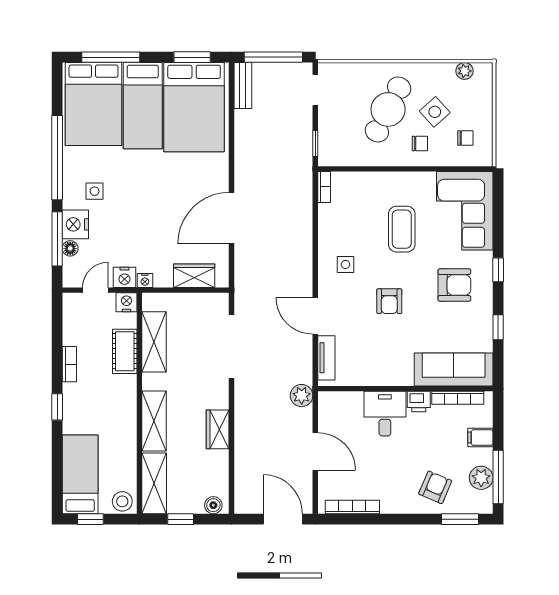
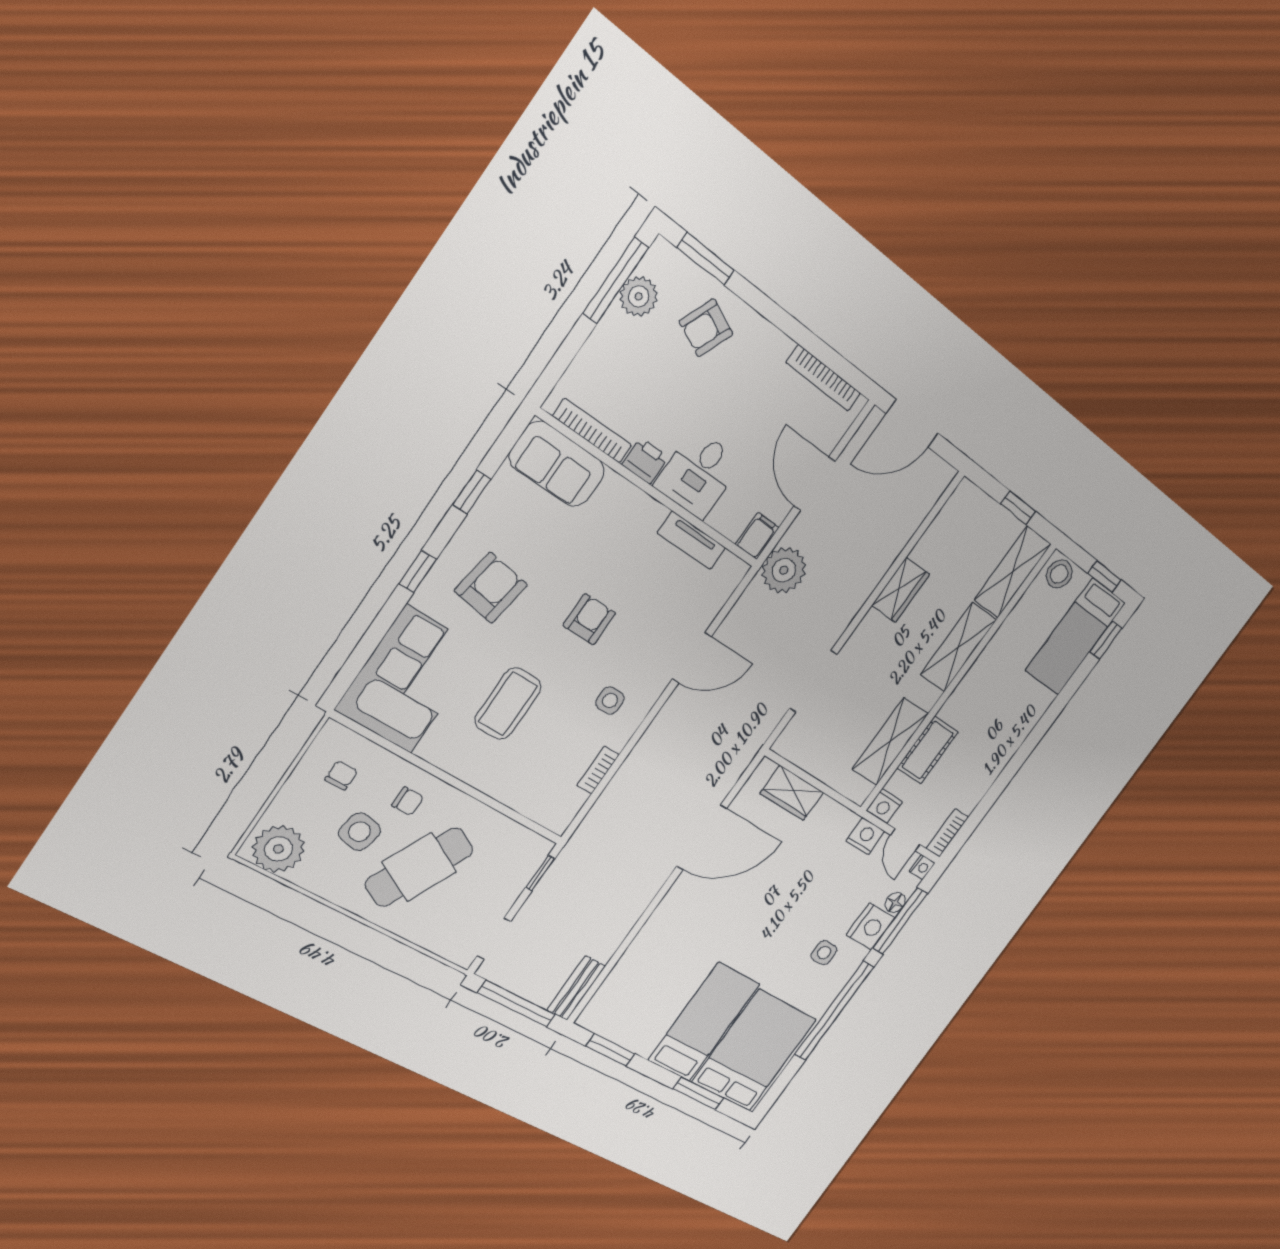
window: (111, 57) -> (698, 1093), width x0.69
plant: (465, 71) -> (278, 849), width x1.88, depth x1.88
bed: (194, 107) -> (650, 991), removed
side table: (435, 112) -> (359, 832), turned -36
chair: (465, 138) -> (341, 775), turned 90
chair: (420, 143) -> (408, 801), turned 180
bookcase: (324, 187) -> (598, 770), moved
nightstand: (145, 281) -> (922, 867), moved, turned 90
armchair: (454, 285) -> (491, 588), turned 99
door: (95, 290) -> (905, 840), hinge flipped
door: (315, 316) -> (692, 658), hinge flipped
doorway: (231, 347) -> (813, 681), width x0.73
tv unit: (326, 358) -> (691, 540), moved, turned -90
bookcase: (69, 364) -> (947, 833), moved
sofa: (454, 369) -> (557, 464), width x0.73
plant: (302, 396) -> (784, 570), width x1.36, depth x1.36
window: (57, 407) -> (1106, 640), moved
filing cabinet: (480, 438) -> (757, 536), moved, turned -90
boiler: (213, 505) -> (973, 499), removed
door: (283, 519) -> (912, 423), hinge flipped

